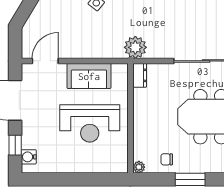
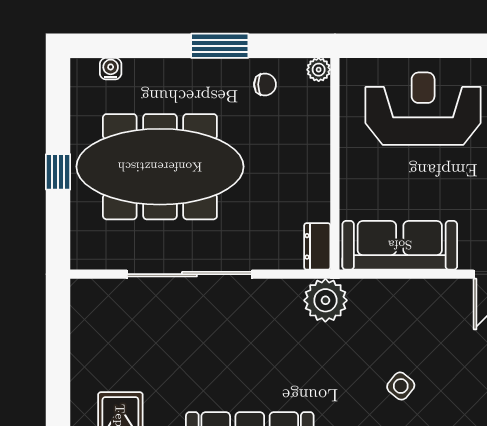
sofa: (89, 76) -> (400, 245), width x1.36
reception desk: (90, 123) -> (423, 109), moved

